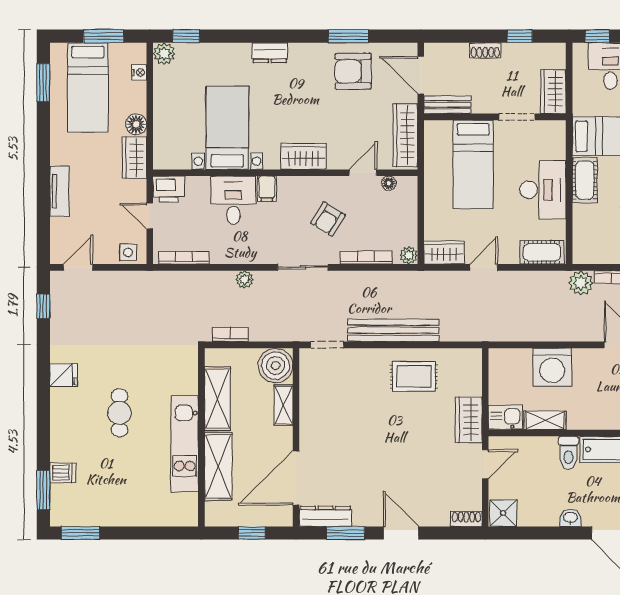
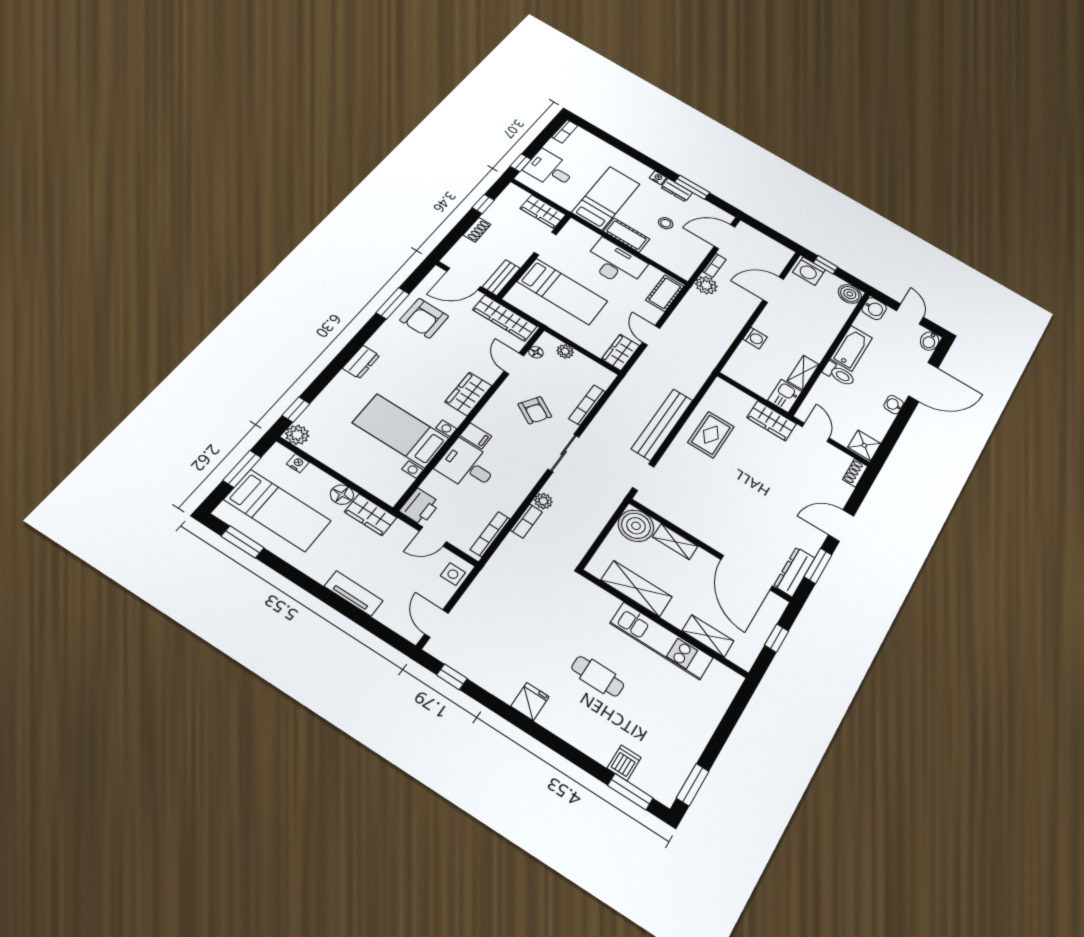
plant: (409, 255) -> (565, 351), moved
bookcase: (230, 334) -> (526, 521), moved, turned 180
washing machine: (552, 367) -> (755, 338), width x0.53, depth x0.53
shelving: (218, 466) -> (708, 636), width x0.67, depth x0.75

